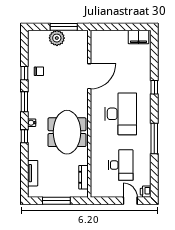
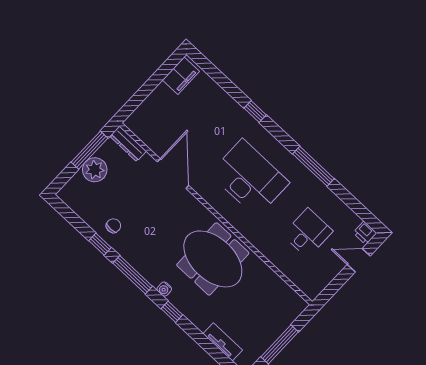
window: (24, 102) -> (133, 275), width x1.44
desk: (121, 165) -> (308, 233), width x0.73
dresser: (84, 177) -> (128, 144), moved

